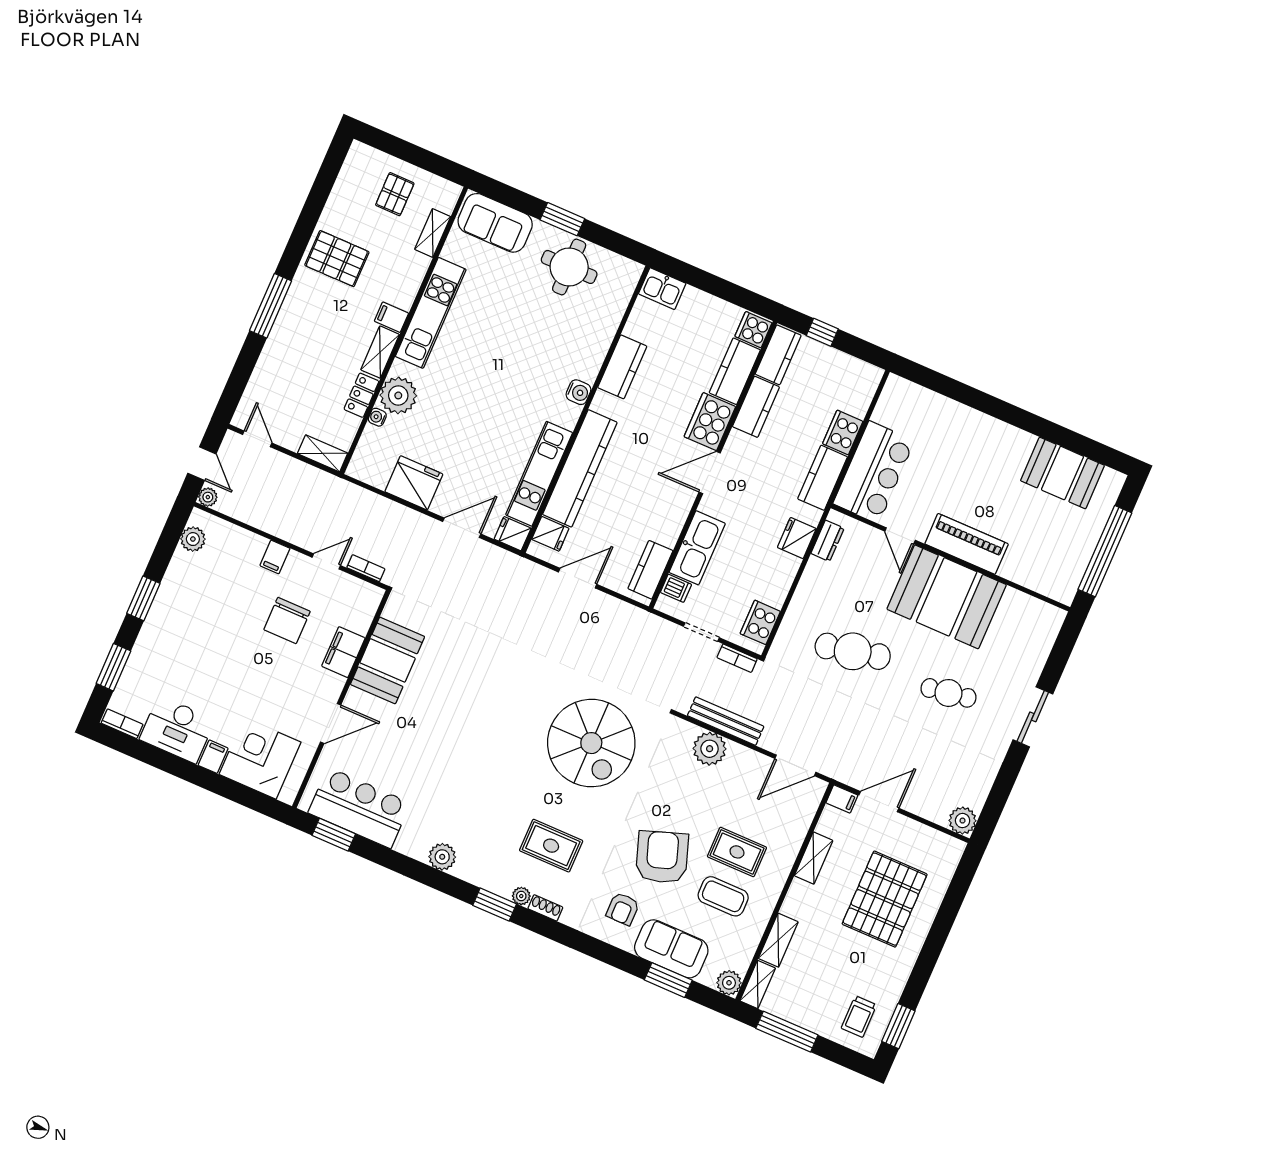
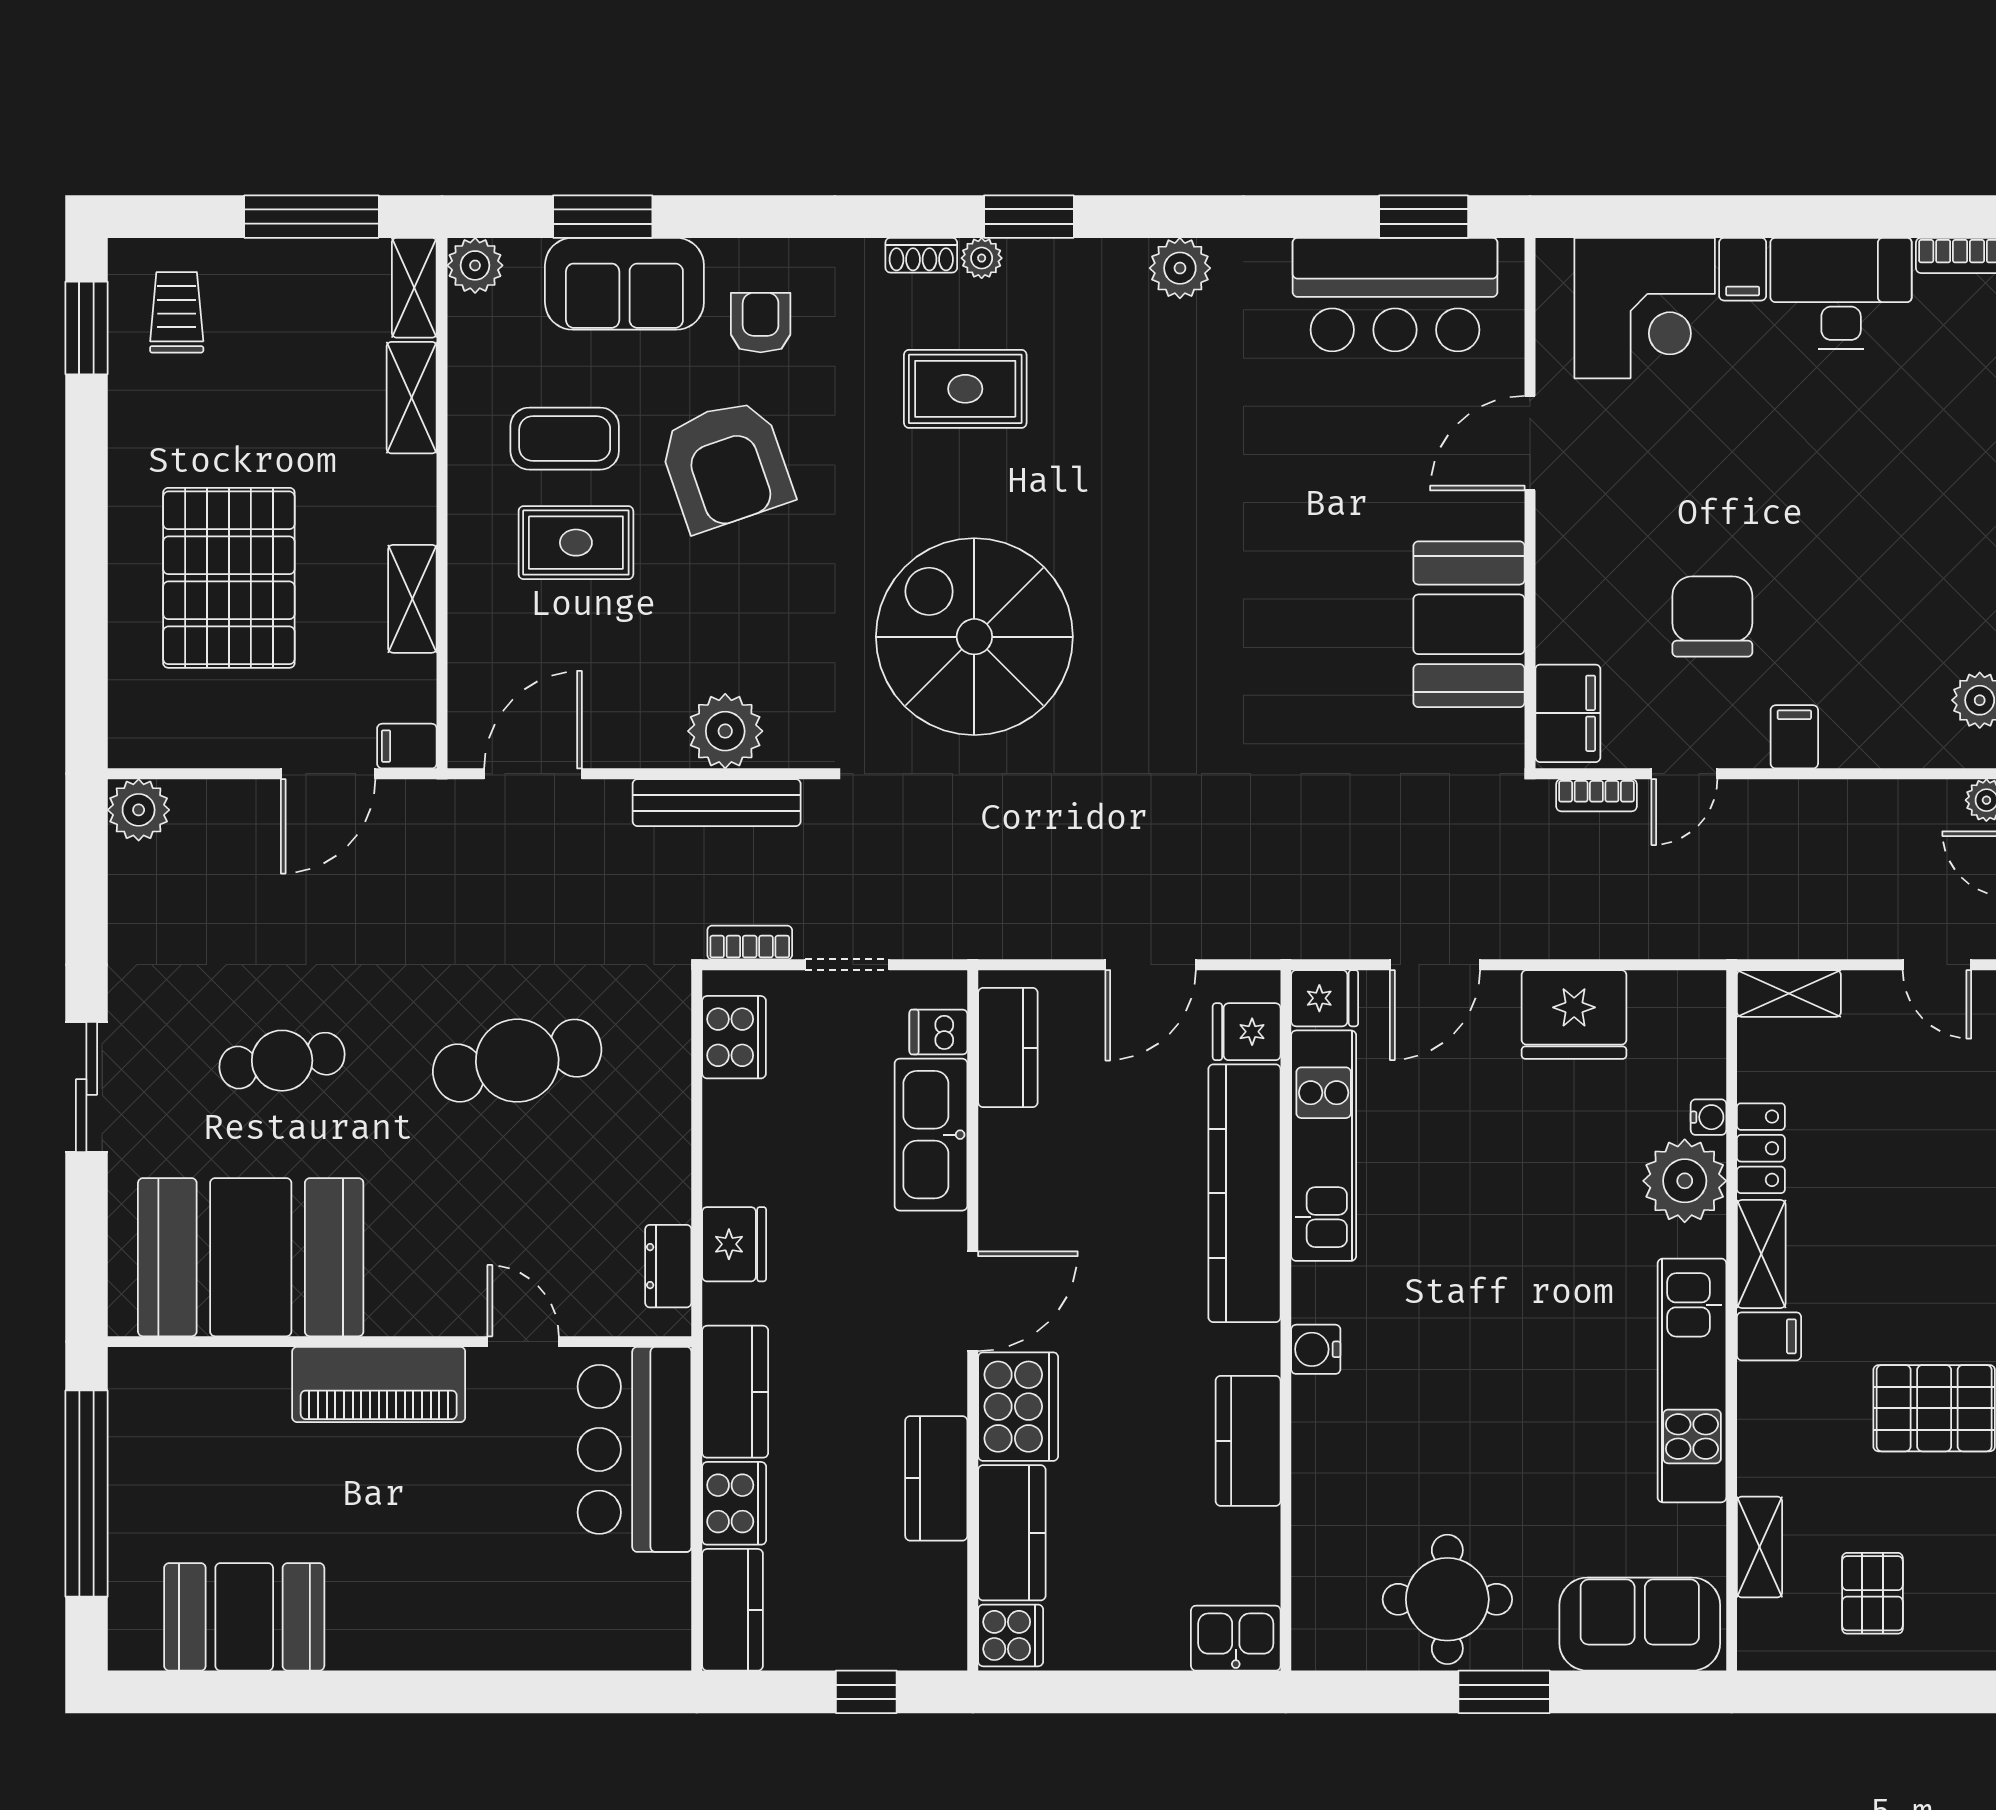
kitchen counter: (778, 355) -> (732, 1610), moved, turned 180
booth: (947, 597) -> (251, 1257), moved
filing cabinet: (343, 652) -> (1568, 713), moved

